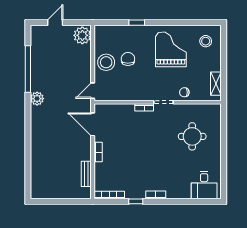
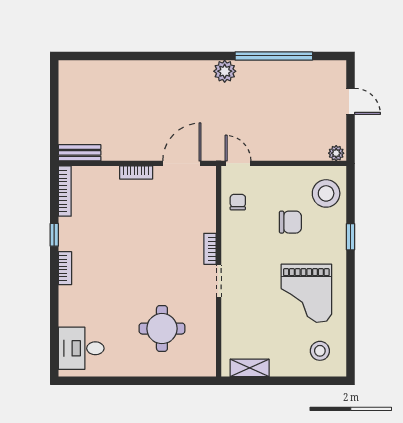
plant: (82, 35) -> (336, 153), width x0.53, depth x0.53
grand piano: (171, 49) -> (306, 293), turned 90
stool: (106, 62) -> (326, 193), moved
chair: (184, 92) -> (238, 202), moved
bench: (86, 174) -> (80, 153), moved

